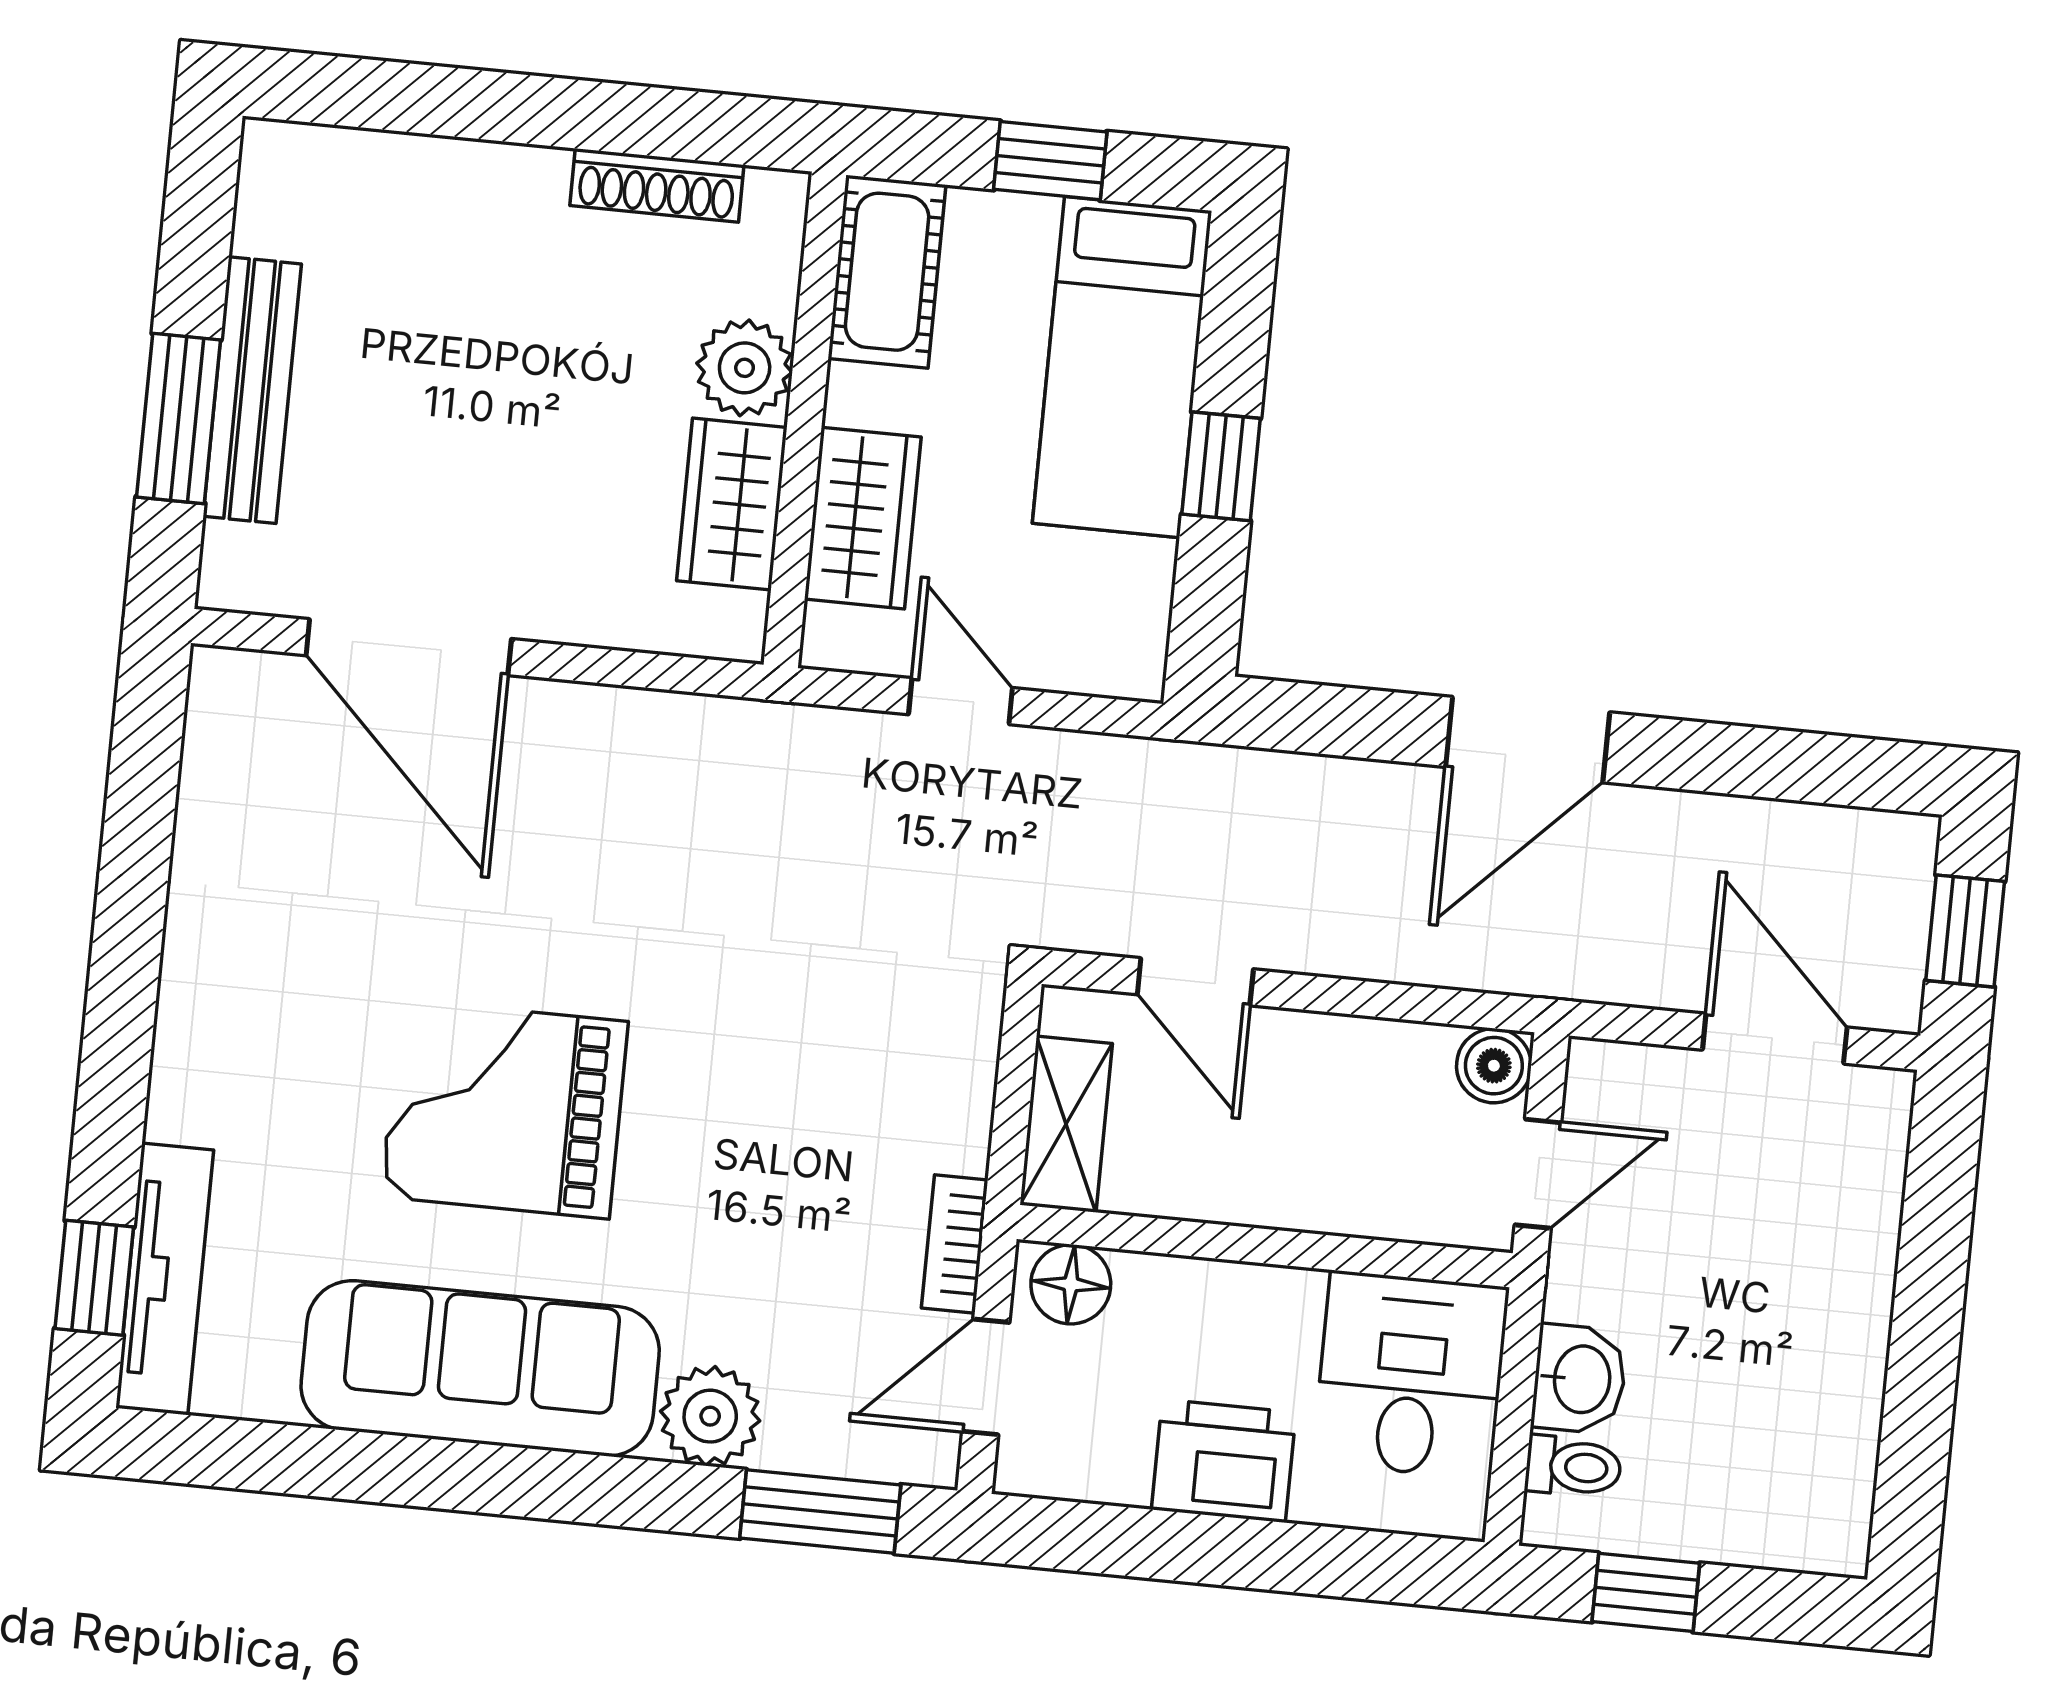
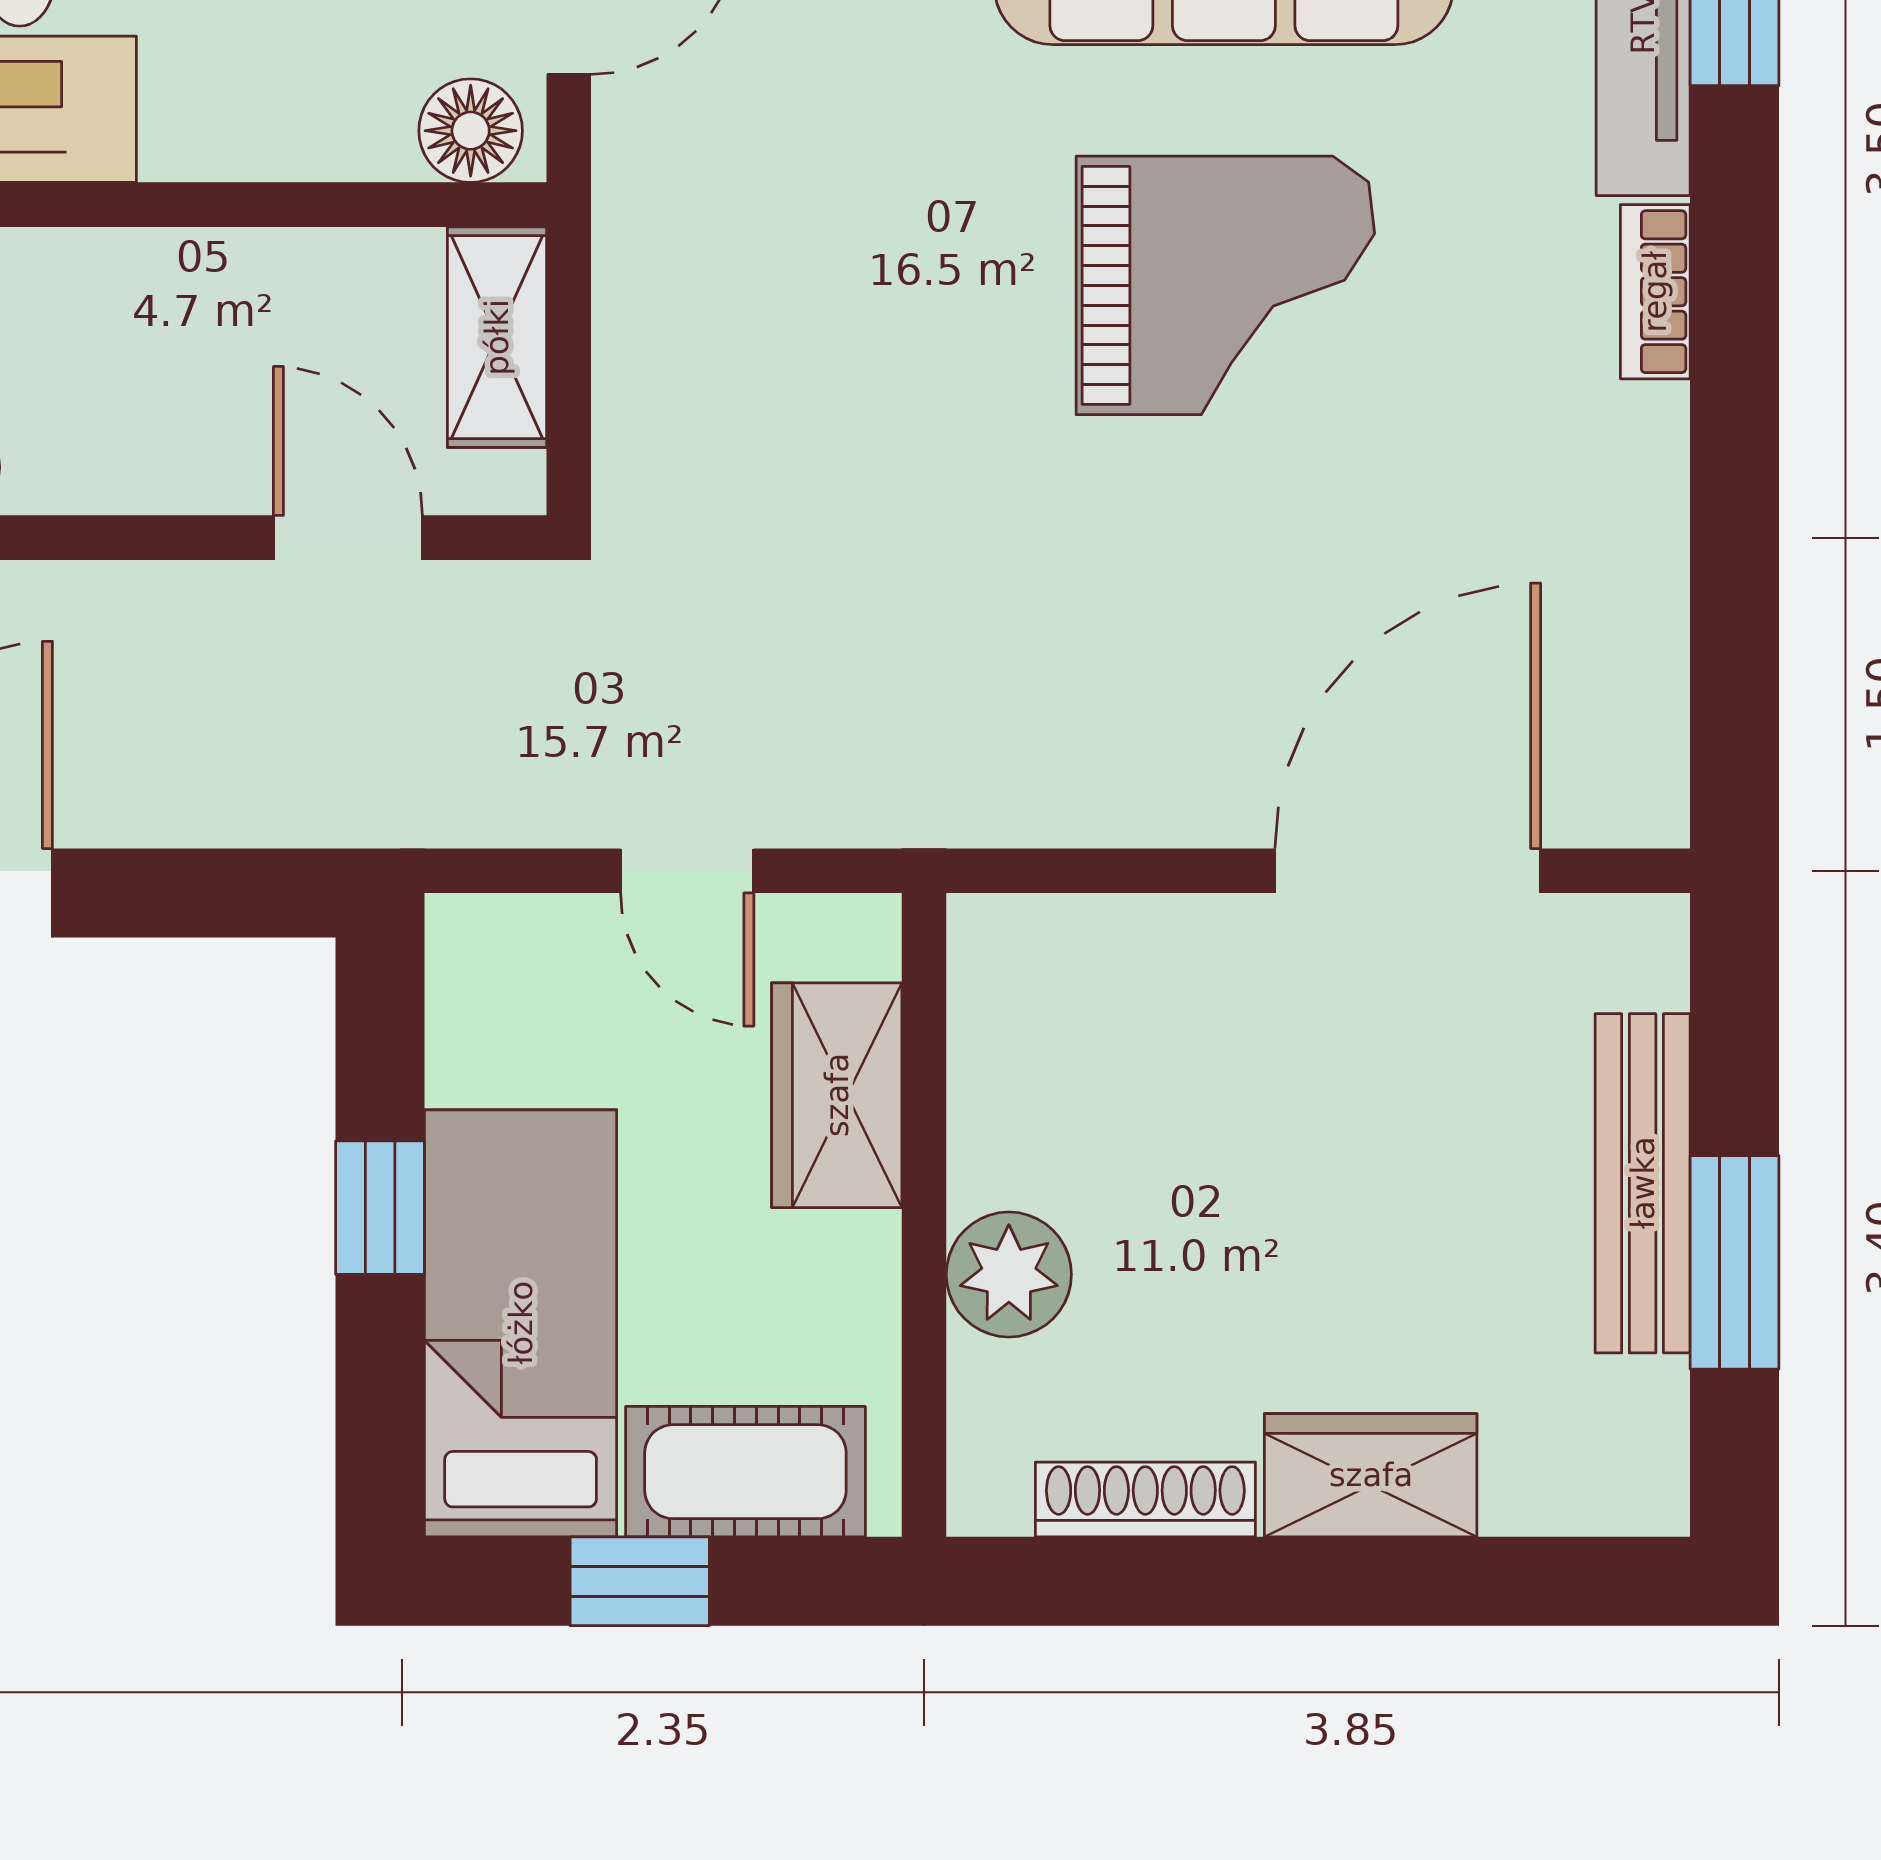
cot: (887, 272) -> (745, 1472), moved, turned 90
window: (178, 418) -> (1734, 1262), moved
wardrobe: (732, 504) -> (1371, 1475), moved, turned -90
door: (409, 647) -> (1408, 871), hinge flipped
bookcase: (955, 1244) -> (1655, 292), moved, turned 180

